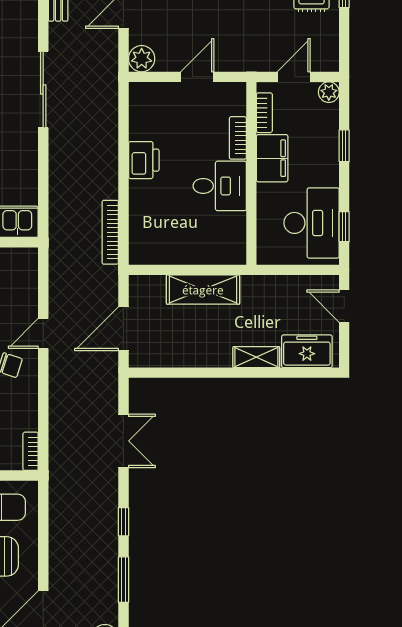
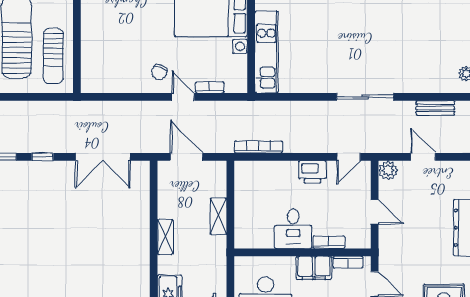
door: (123, 112) -> (349, 157), added
shelving: (203, 290) -> (219, 216), width x0.67, depth x0.75
shelving: (256, 357) -> (165, 237), moved
double door: (123, 441) -> (103, 157), width x1.37
bookcase: (31, 451) -> (210, 87), moved

